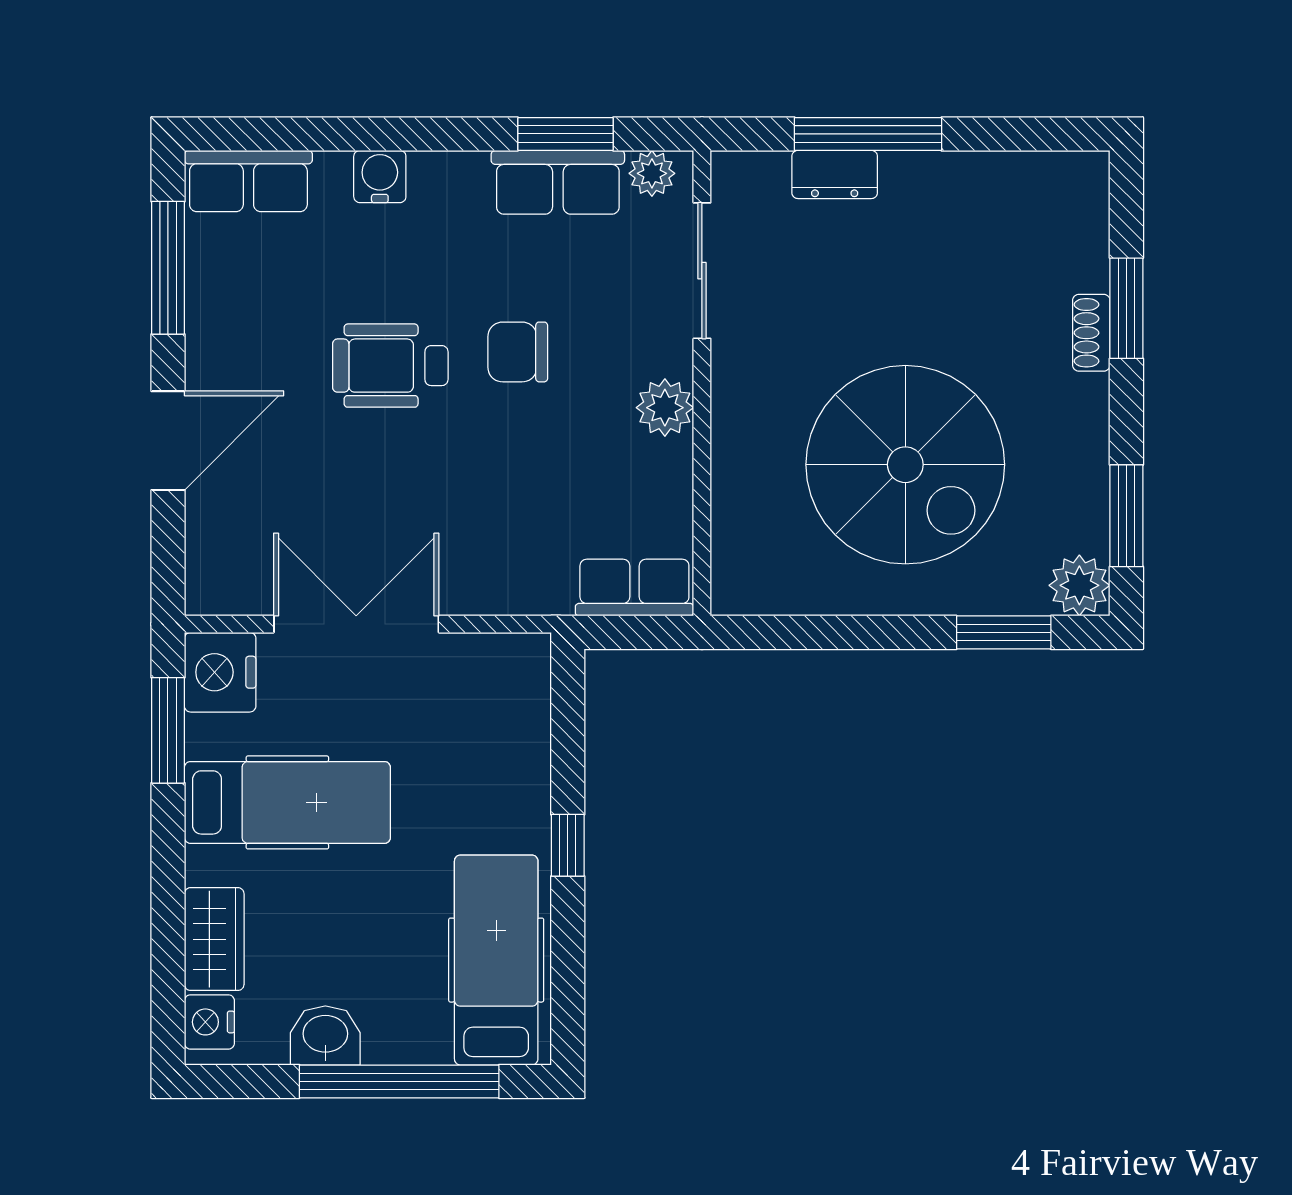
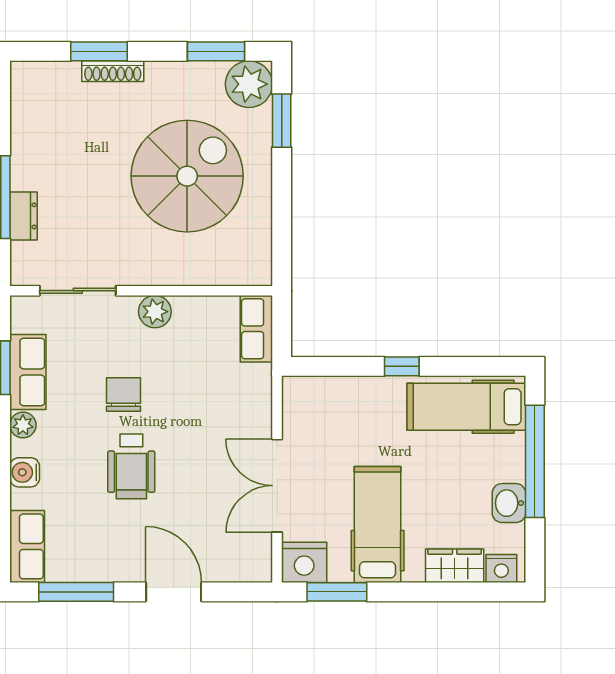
plant: (652, 173) -> (23, 425), moved
shoe rack: (1091, 333) -> (113, 71), width x1.43
chair: (518, 352) -> (124, 395), turned 180
plant: (1079, 585) -> (249, 84), width x1.36, depth x1.36

